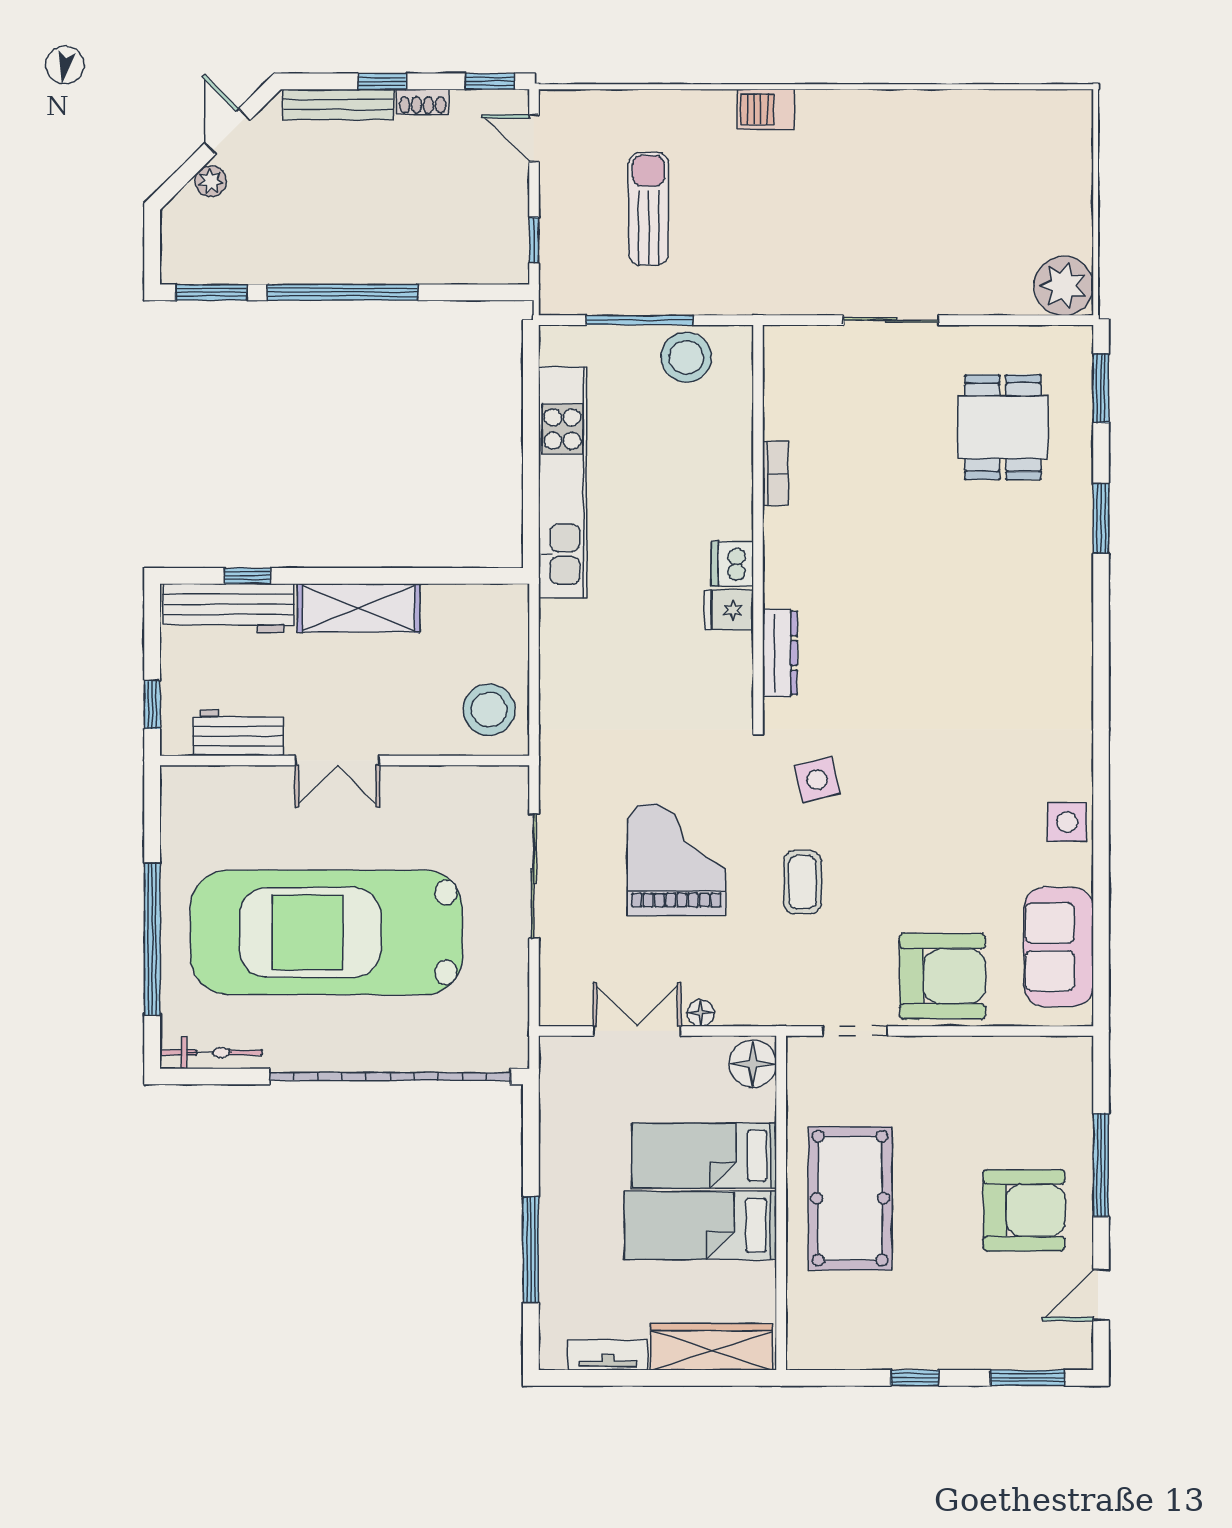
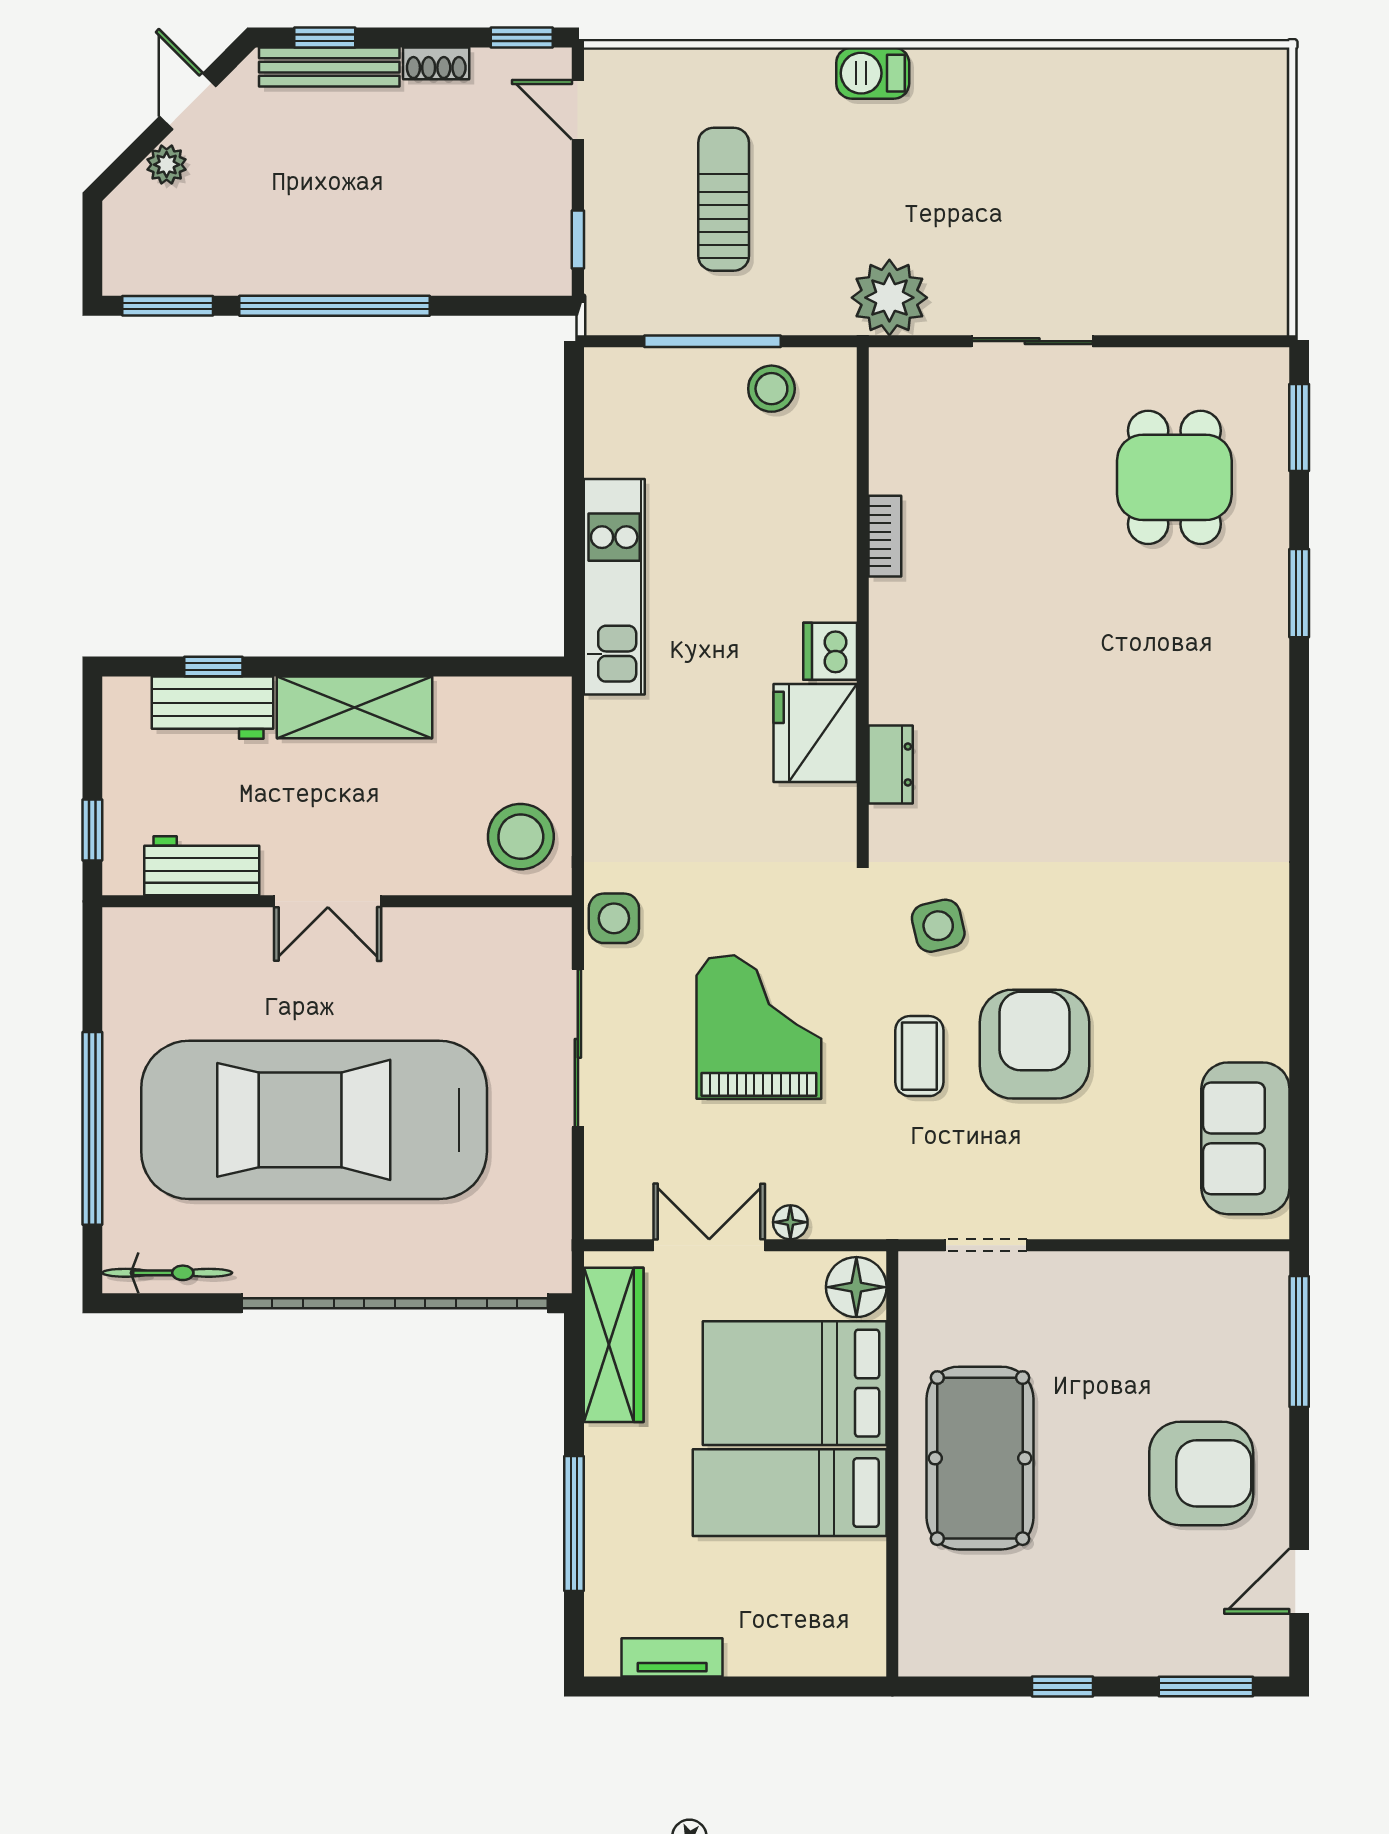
window: (382, 81) -> (325, 38), moved
plant: (1064, 286) -> (889, 298), moved
stool: (686, 357) -> (771, 389), width x0.73, depth x0.73
kitchen unit: (562, 482) -> (614, 587), width x0.73
workbench: (229, 608) -> (212, 708), width x0.73
fridge: (729, 610) -> (815, 733), width x1.88, depth x1.34
dresser: (780, 653) -> (891, 765), width x0.70
side table: (1067, 822) -> (614, 918), moved
armchair: (942, 976) -> (1034, 1044), moved, turned -90
bed: (704, 1156) -> (795, 1383), width x1.50
window: (1101, 1165) -> (1299, 1341), moved
wardrobe: (711, 1347) -> (614, 1345), moved, turned 90

